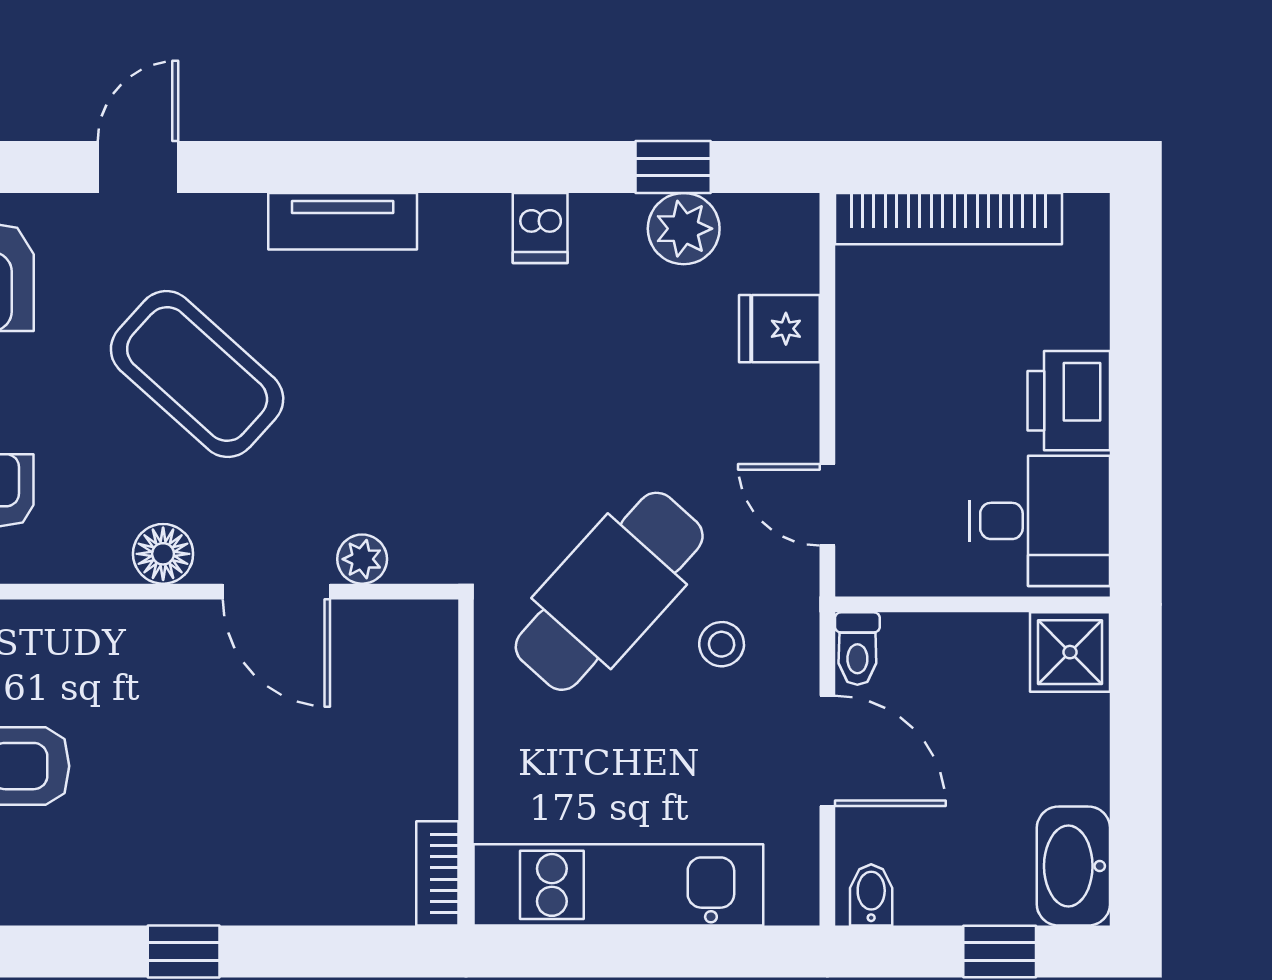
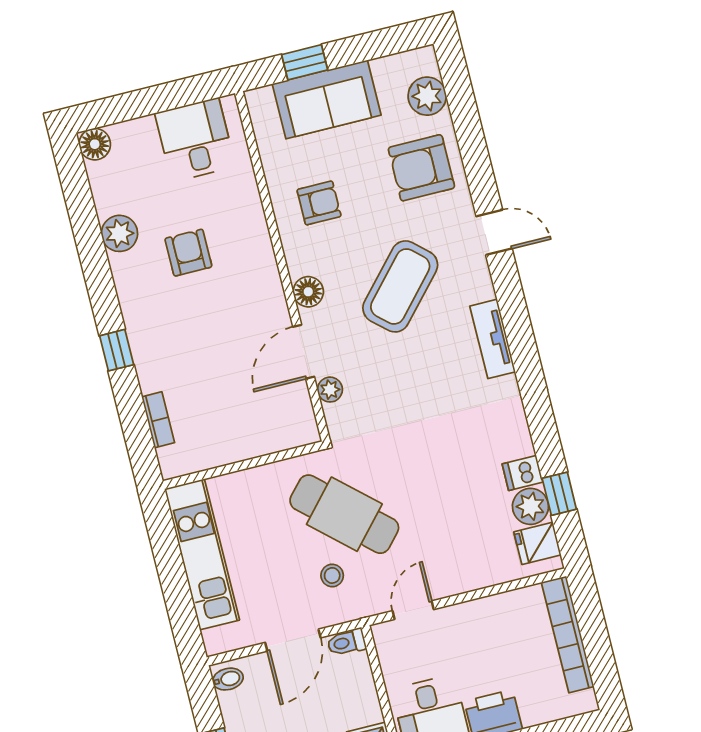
dishwasher: (540, 228) -> (522, 473), moved
fridge: (779, 329) -> (537, 543), moved, turned -90
bookcase: (437, 873) -> (158, 420), moved, turned 90

